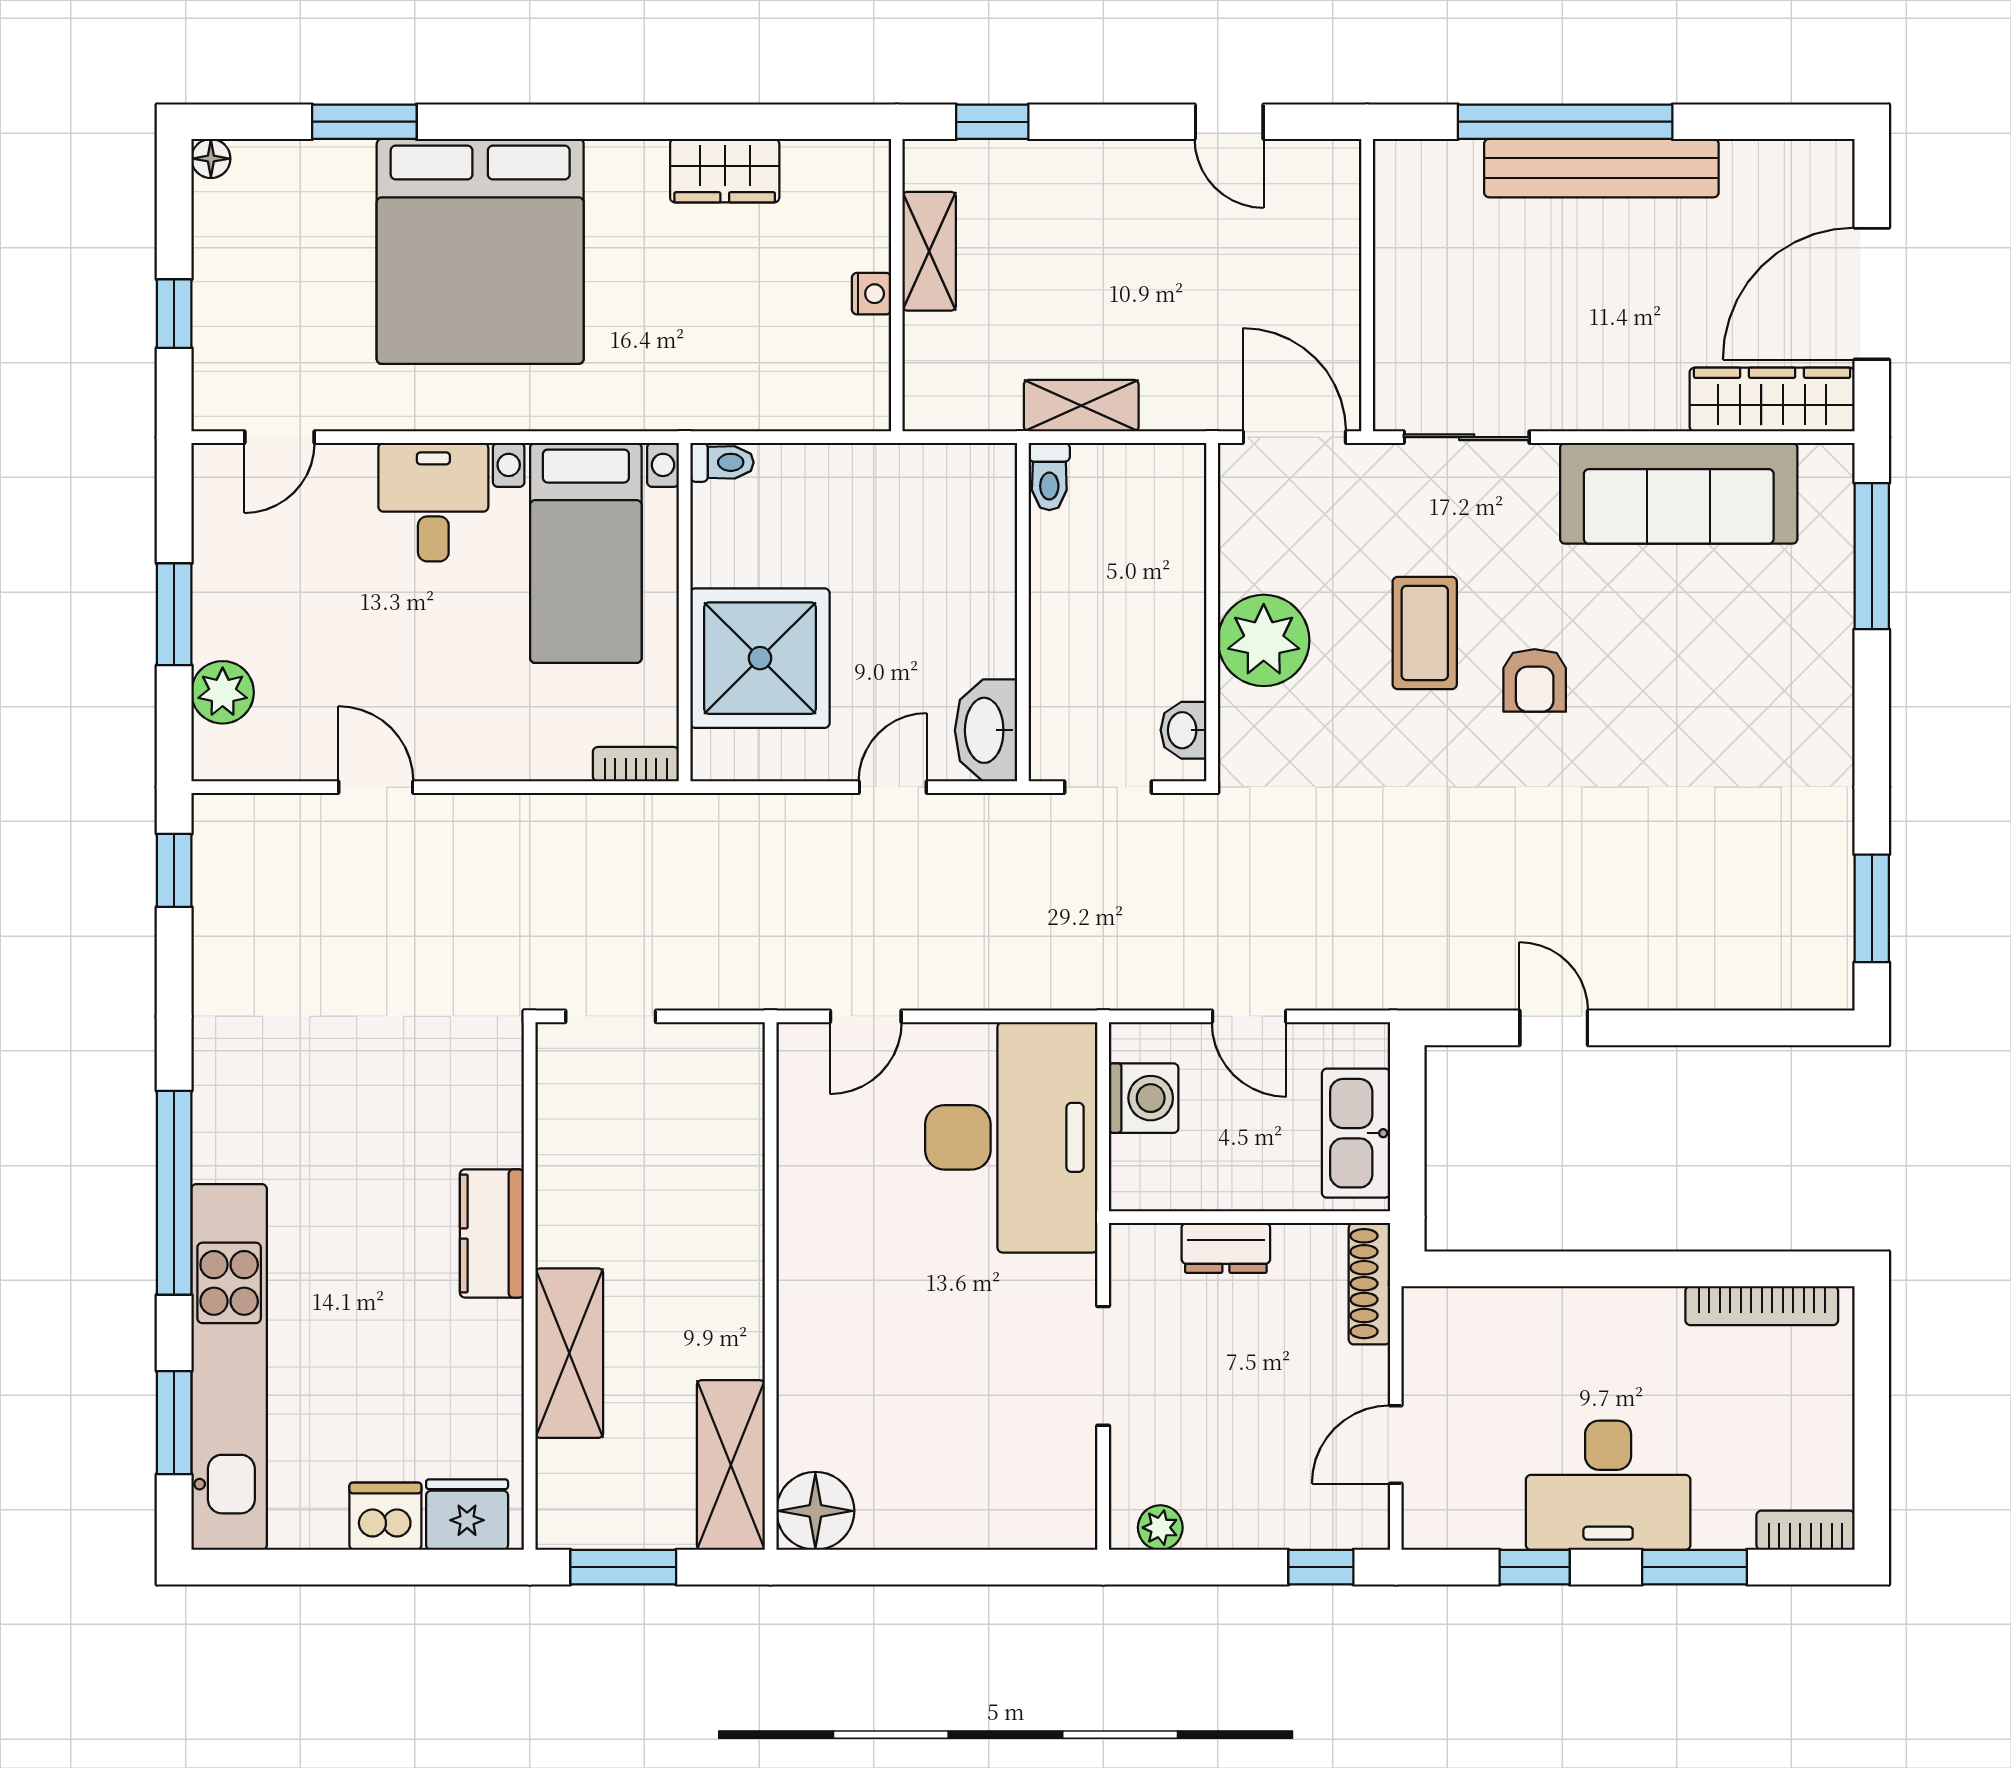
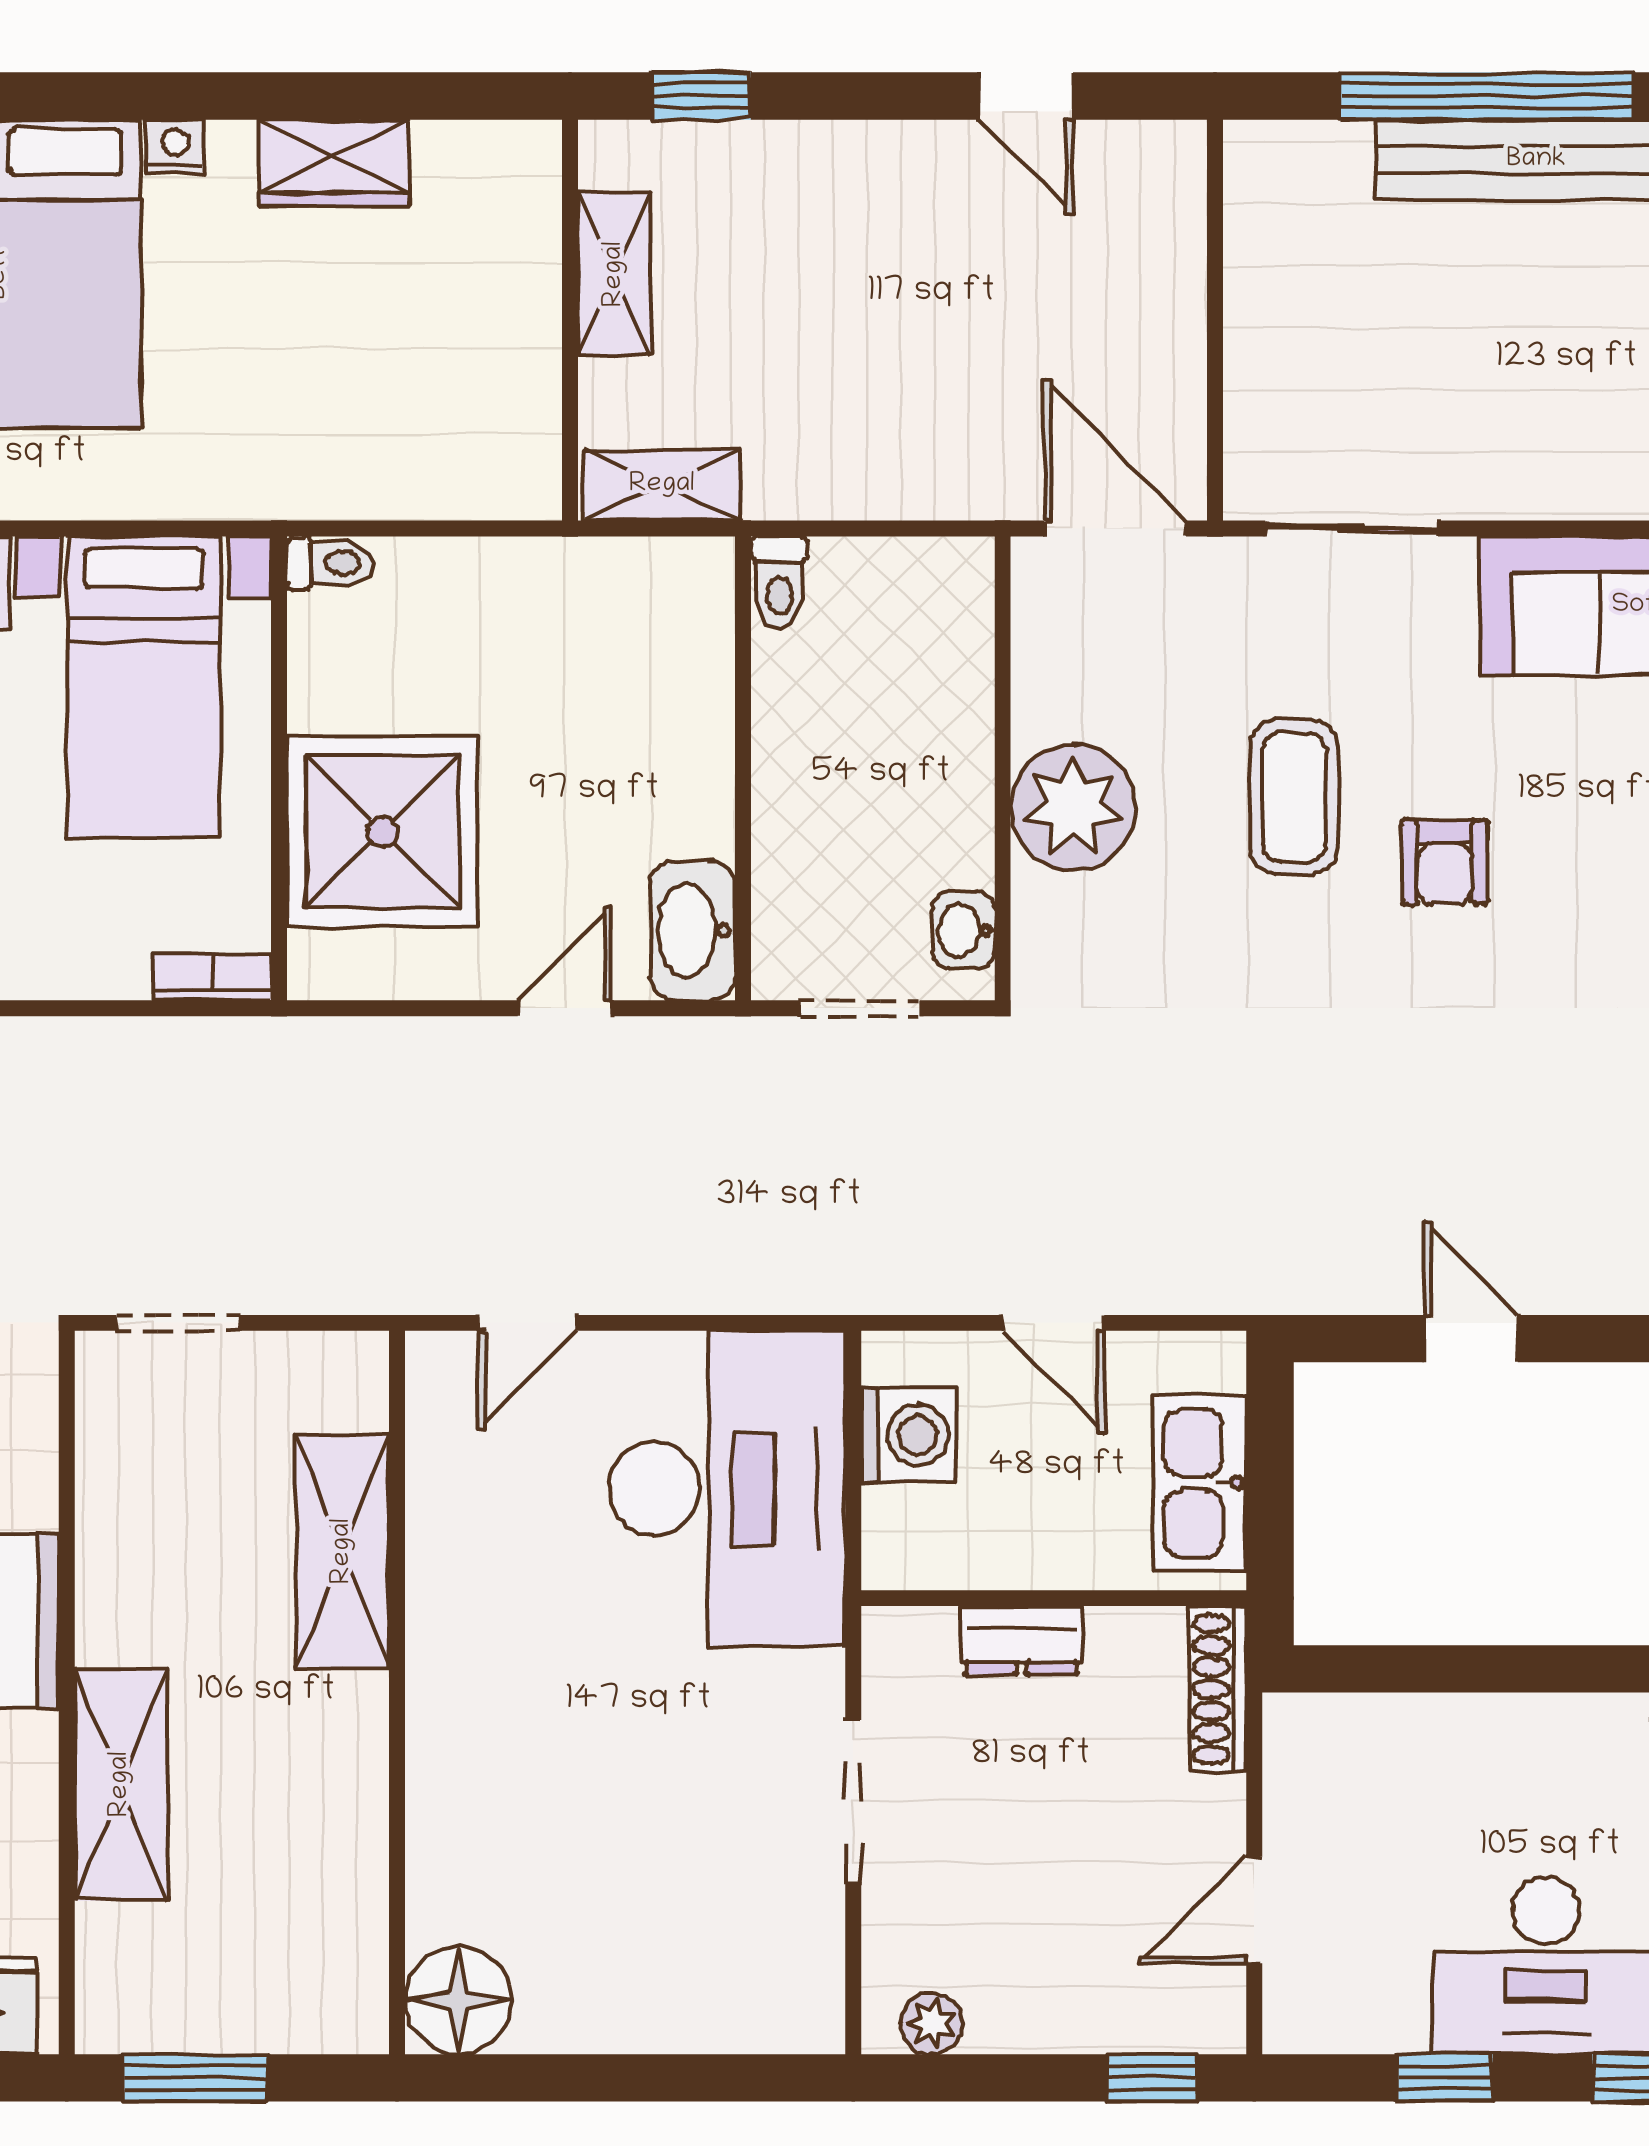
nightstand: (871, 294) -> (175, 146), moved, turned -90
shelving: (1081, 406) -> (662, 485), moved
shelving: (731, 1465) -> (343, 1551), moved

